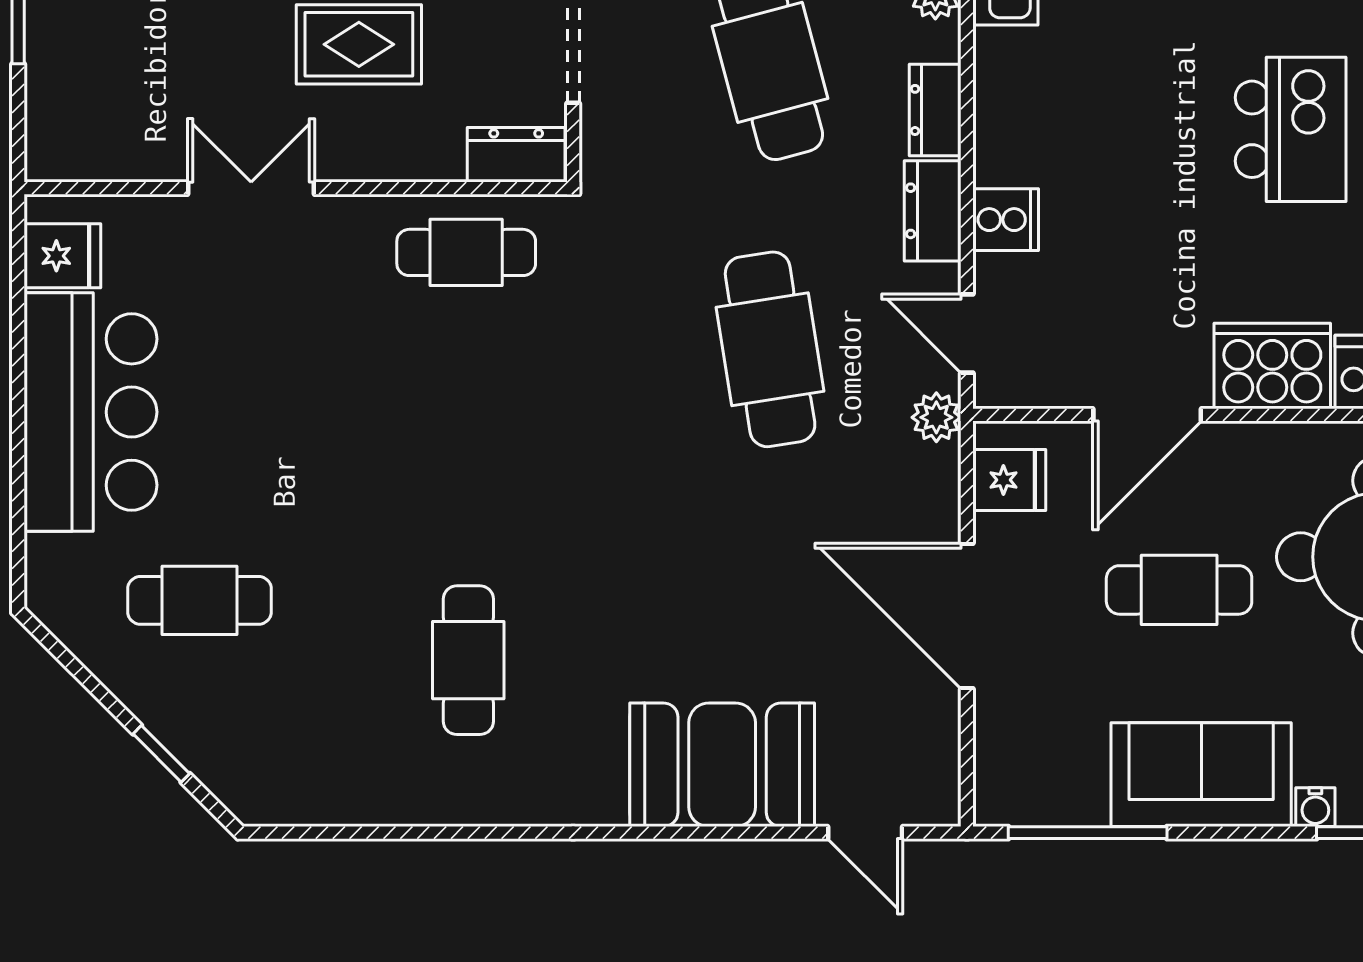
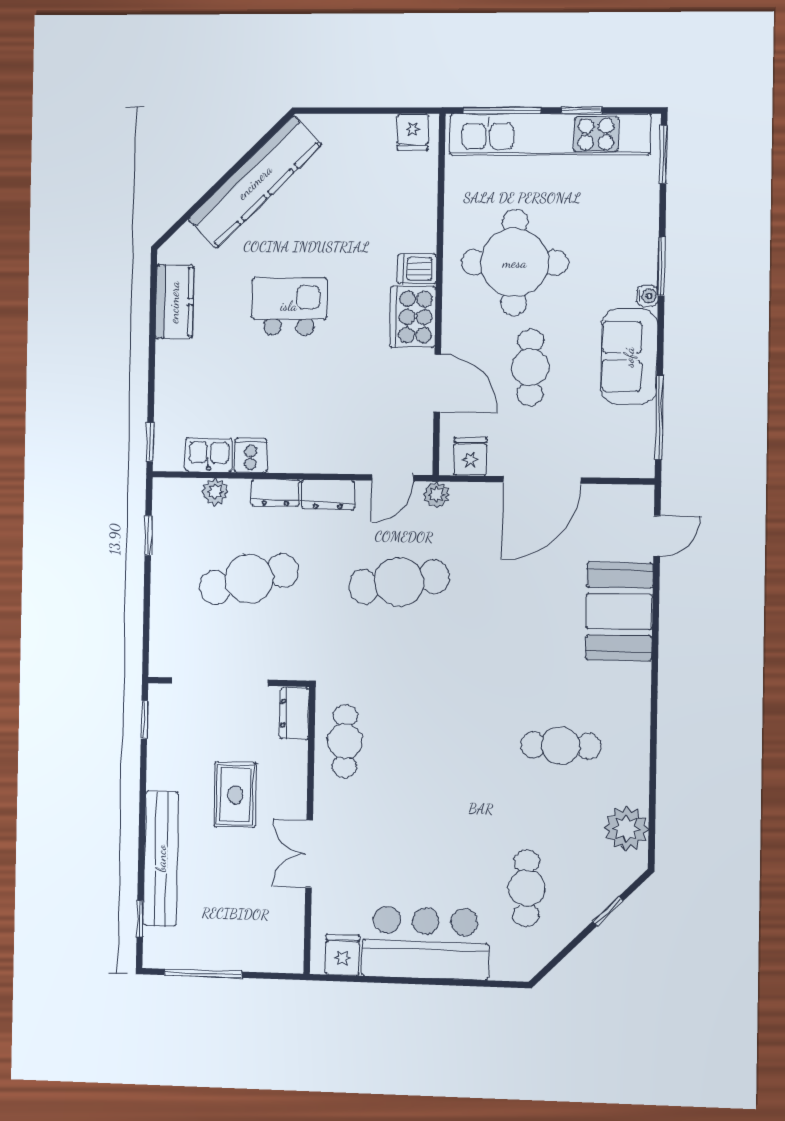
cooker: (1006, 220) -> (251, 455), moved
plant: (317, 785) -> (626, 828), added

